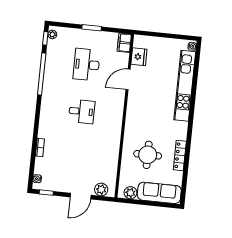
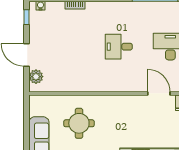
desk: (82, 111) -> (119, 47), turned 90
plant: (130, 193) -> (36, 109), removed

